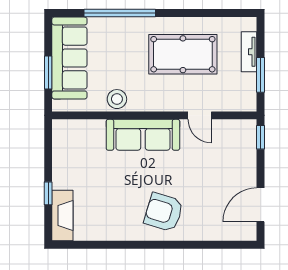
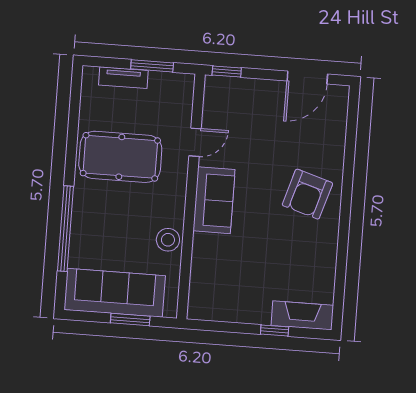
pool table: (183, 54) -> (120, 157), turned 90
sofa: (143, 135) -> (214, 200), width x0.73
door: (261, 205) -> (307, 78), hinge flipped

